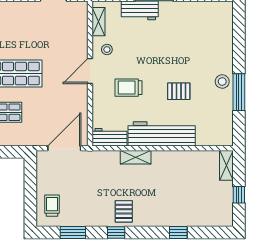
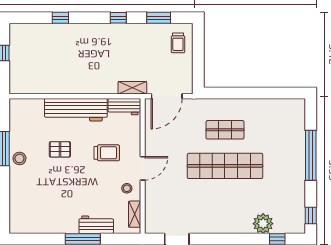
shelving: (136, 157) -> (132, 88), moved
shelving: (226, 165) -> (15, 80), removed
pallet: (124, 211) -> (111, 38), removed

